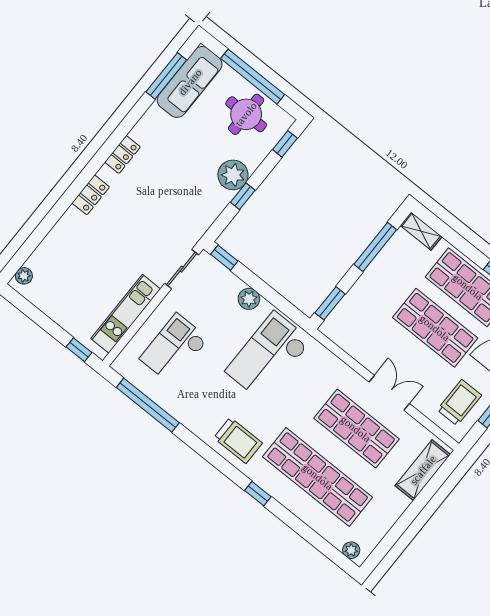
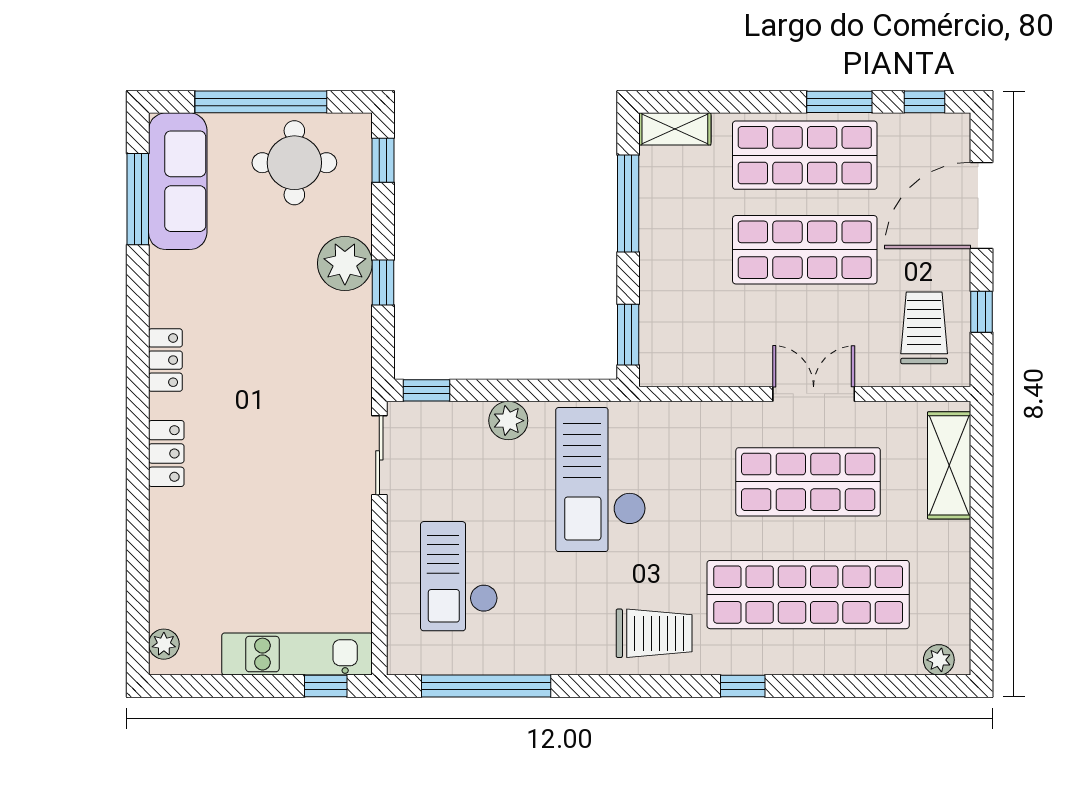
kitchen unit: (126, 314) -> (297, 654), moved, turned 90

